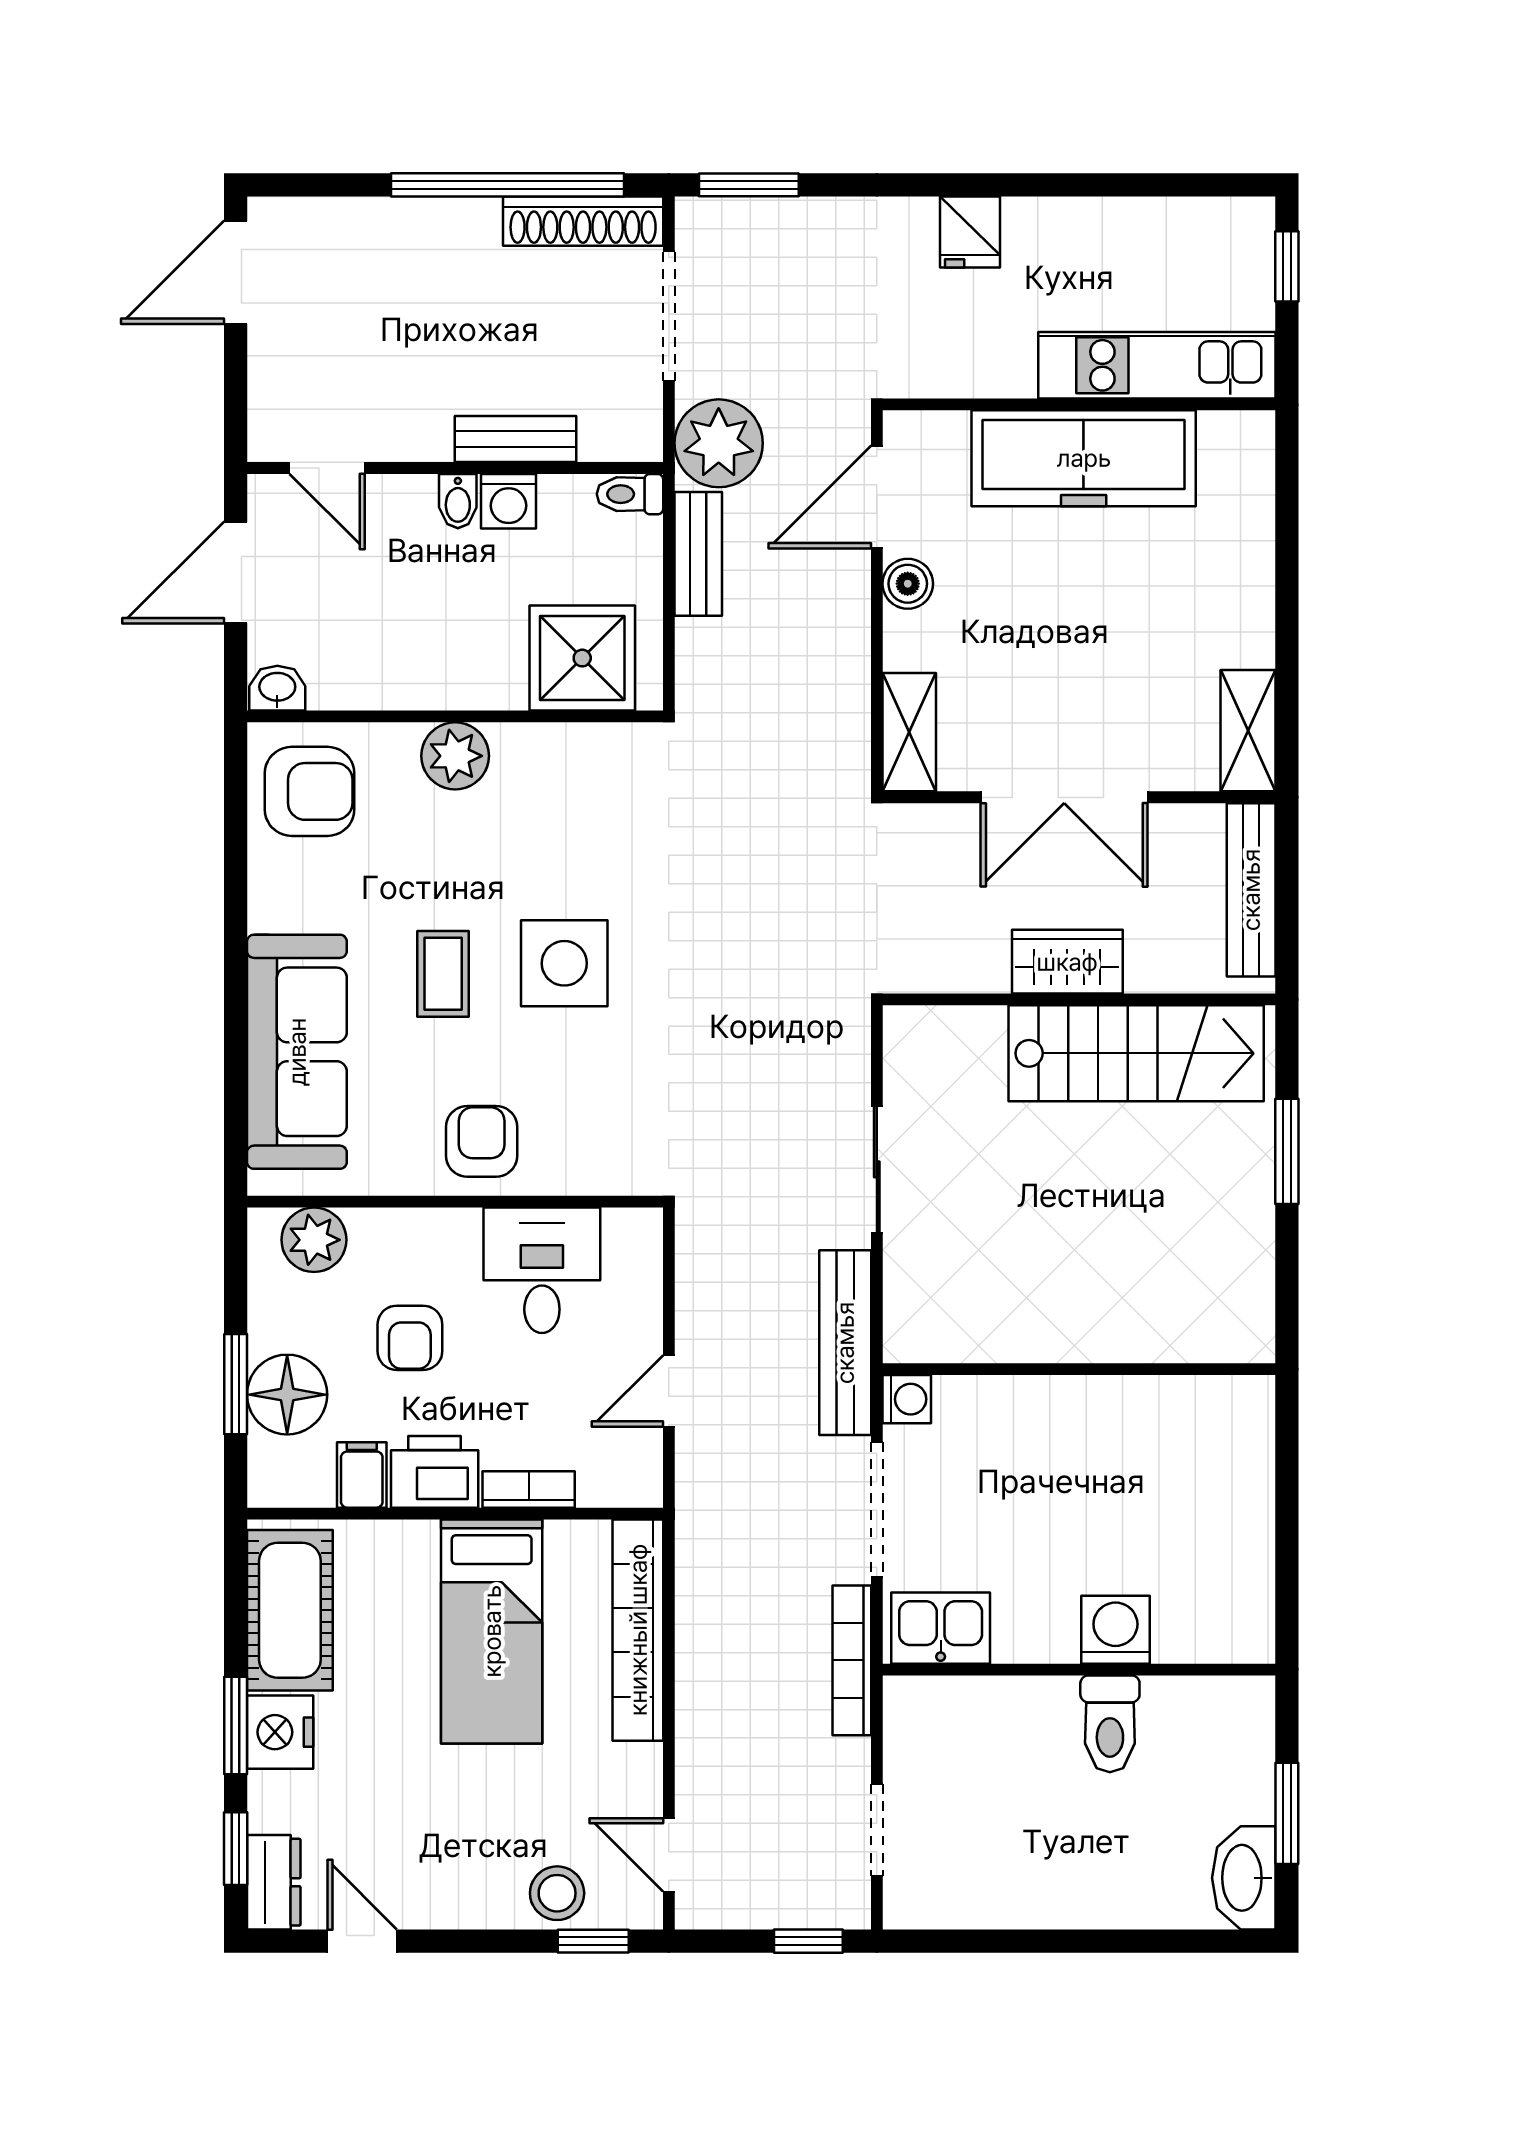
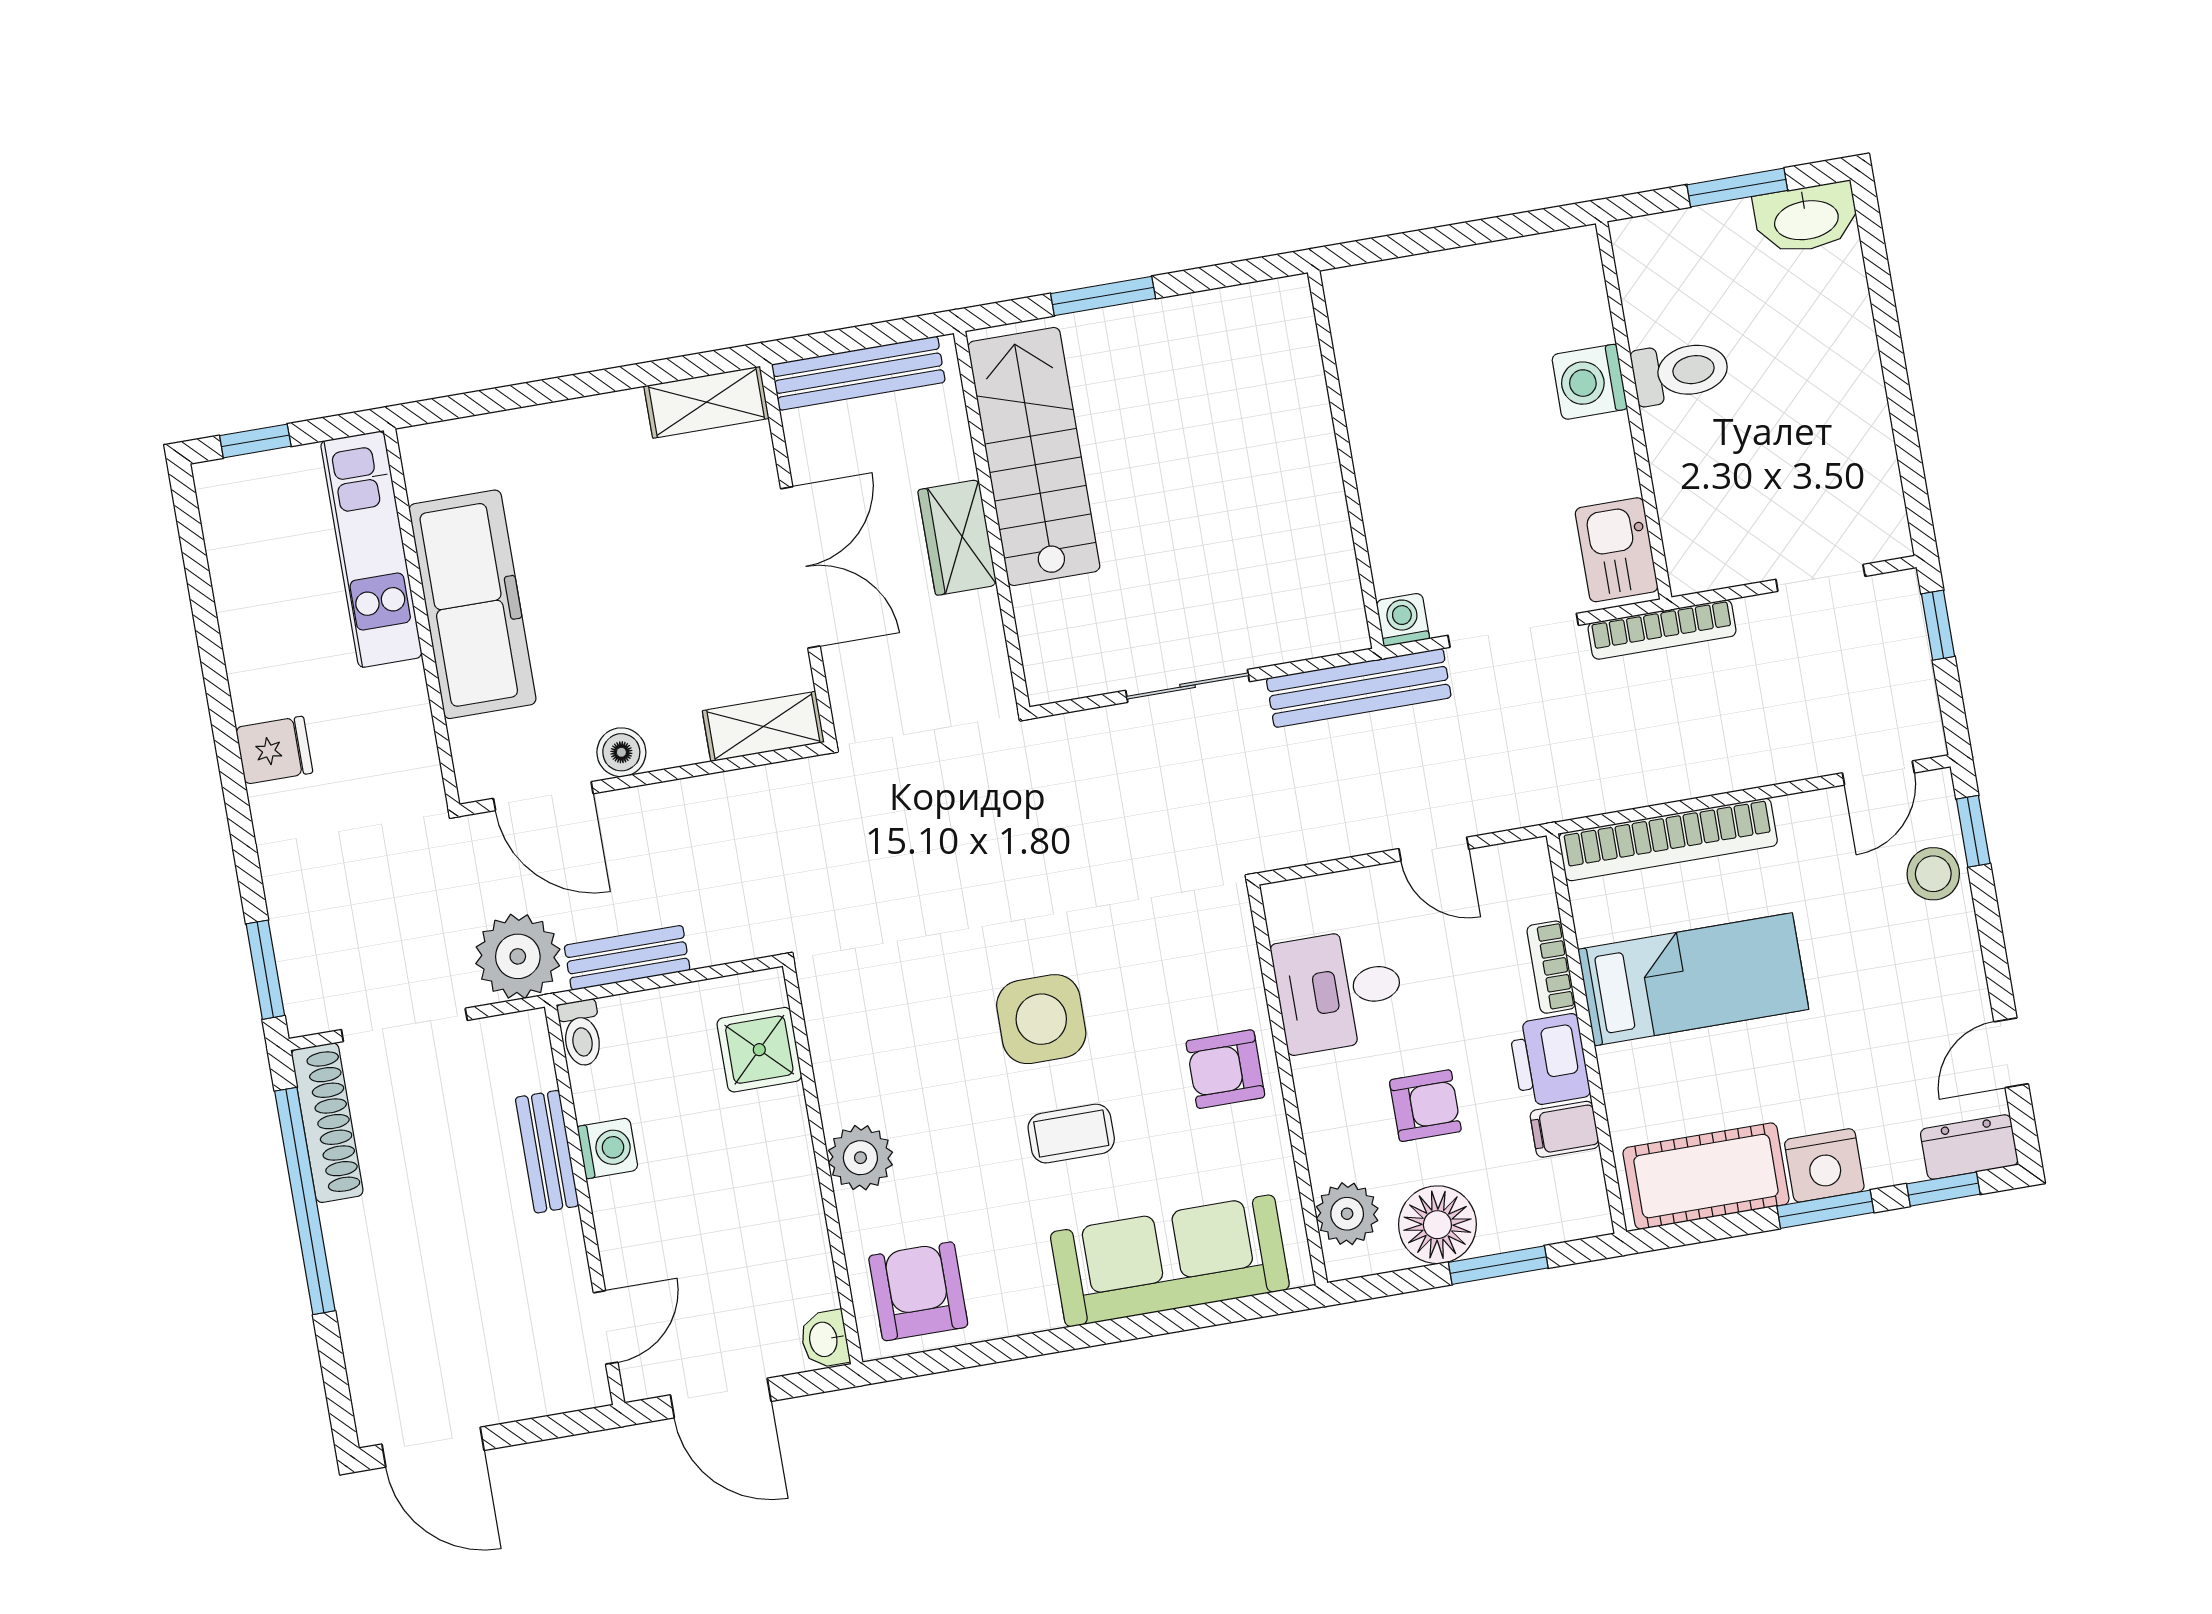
bidet: (458, 501) -> (616, 1197), removed
shower: (582, 658) -> (759, 1050), width x0.73, depth x0.73
floor lamp: (287, 1395) -> (1437, 1225), moved

